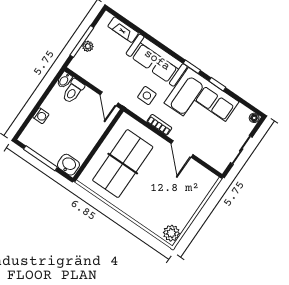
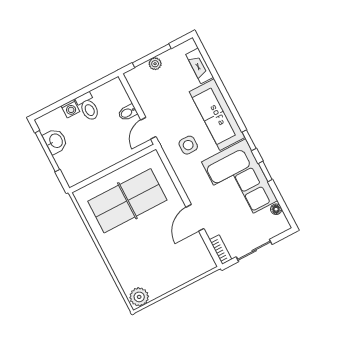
bidet: (64, 80) -> (128, 113), moved
toilet: (73, 91) -> (88, 107), moved, turned -90
floor lamp: (254, 118) -> (276, 209), moved
bookcase: (159, 125) -> (221, 249), moved
washbasin: (68, 165) -> (56, 141), moved

